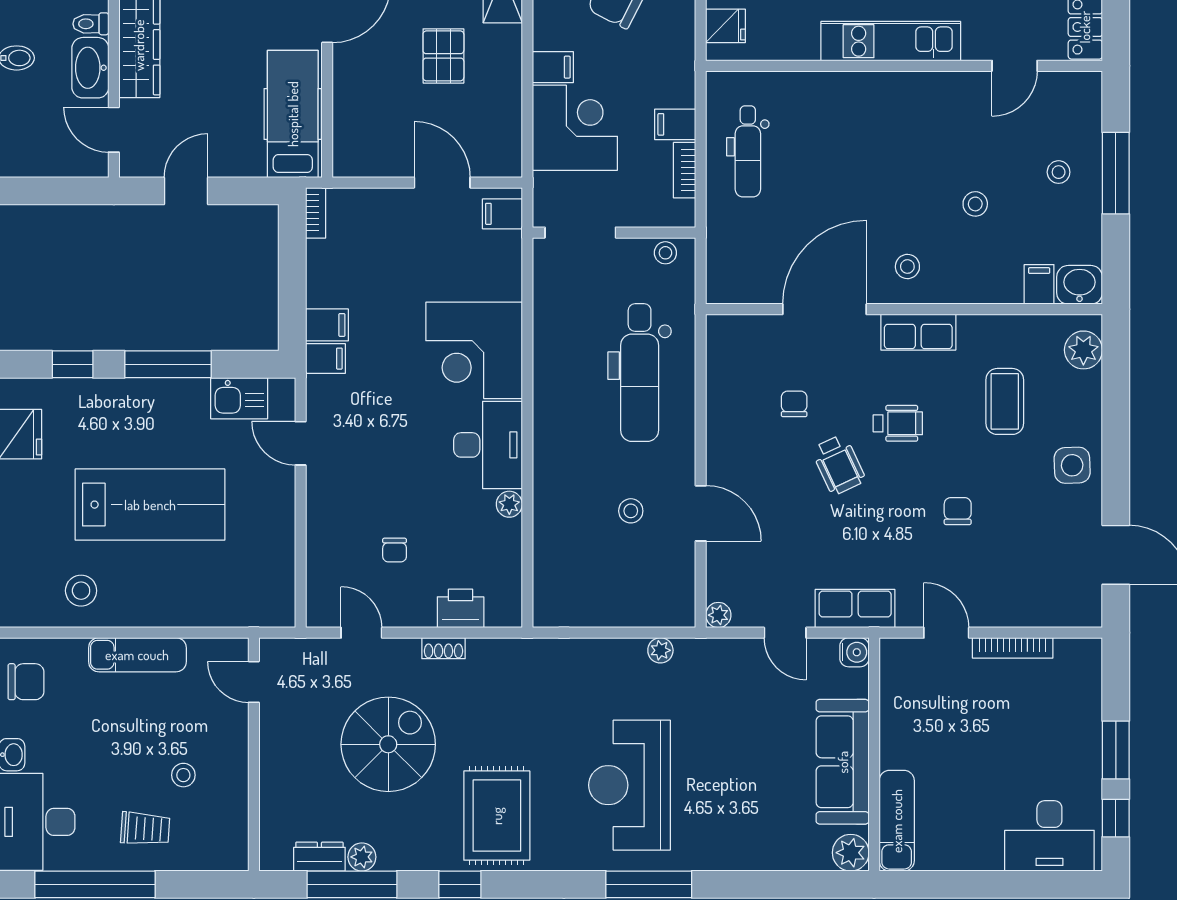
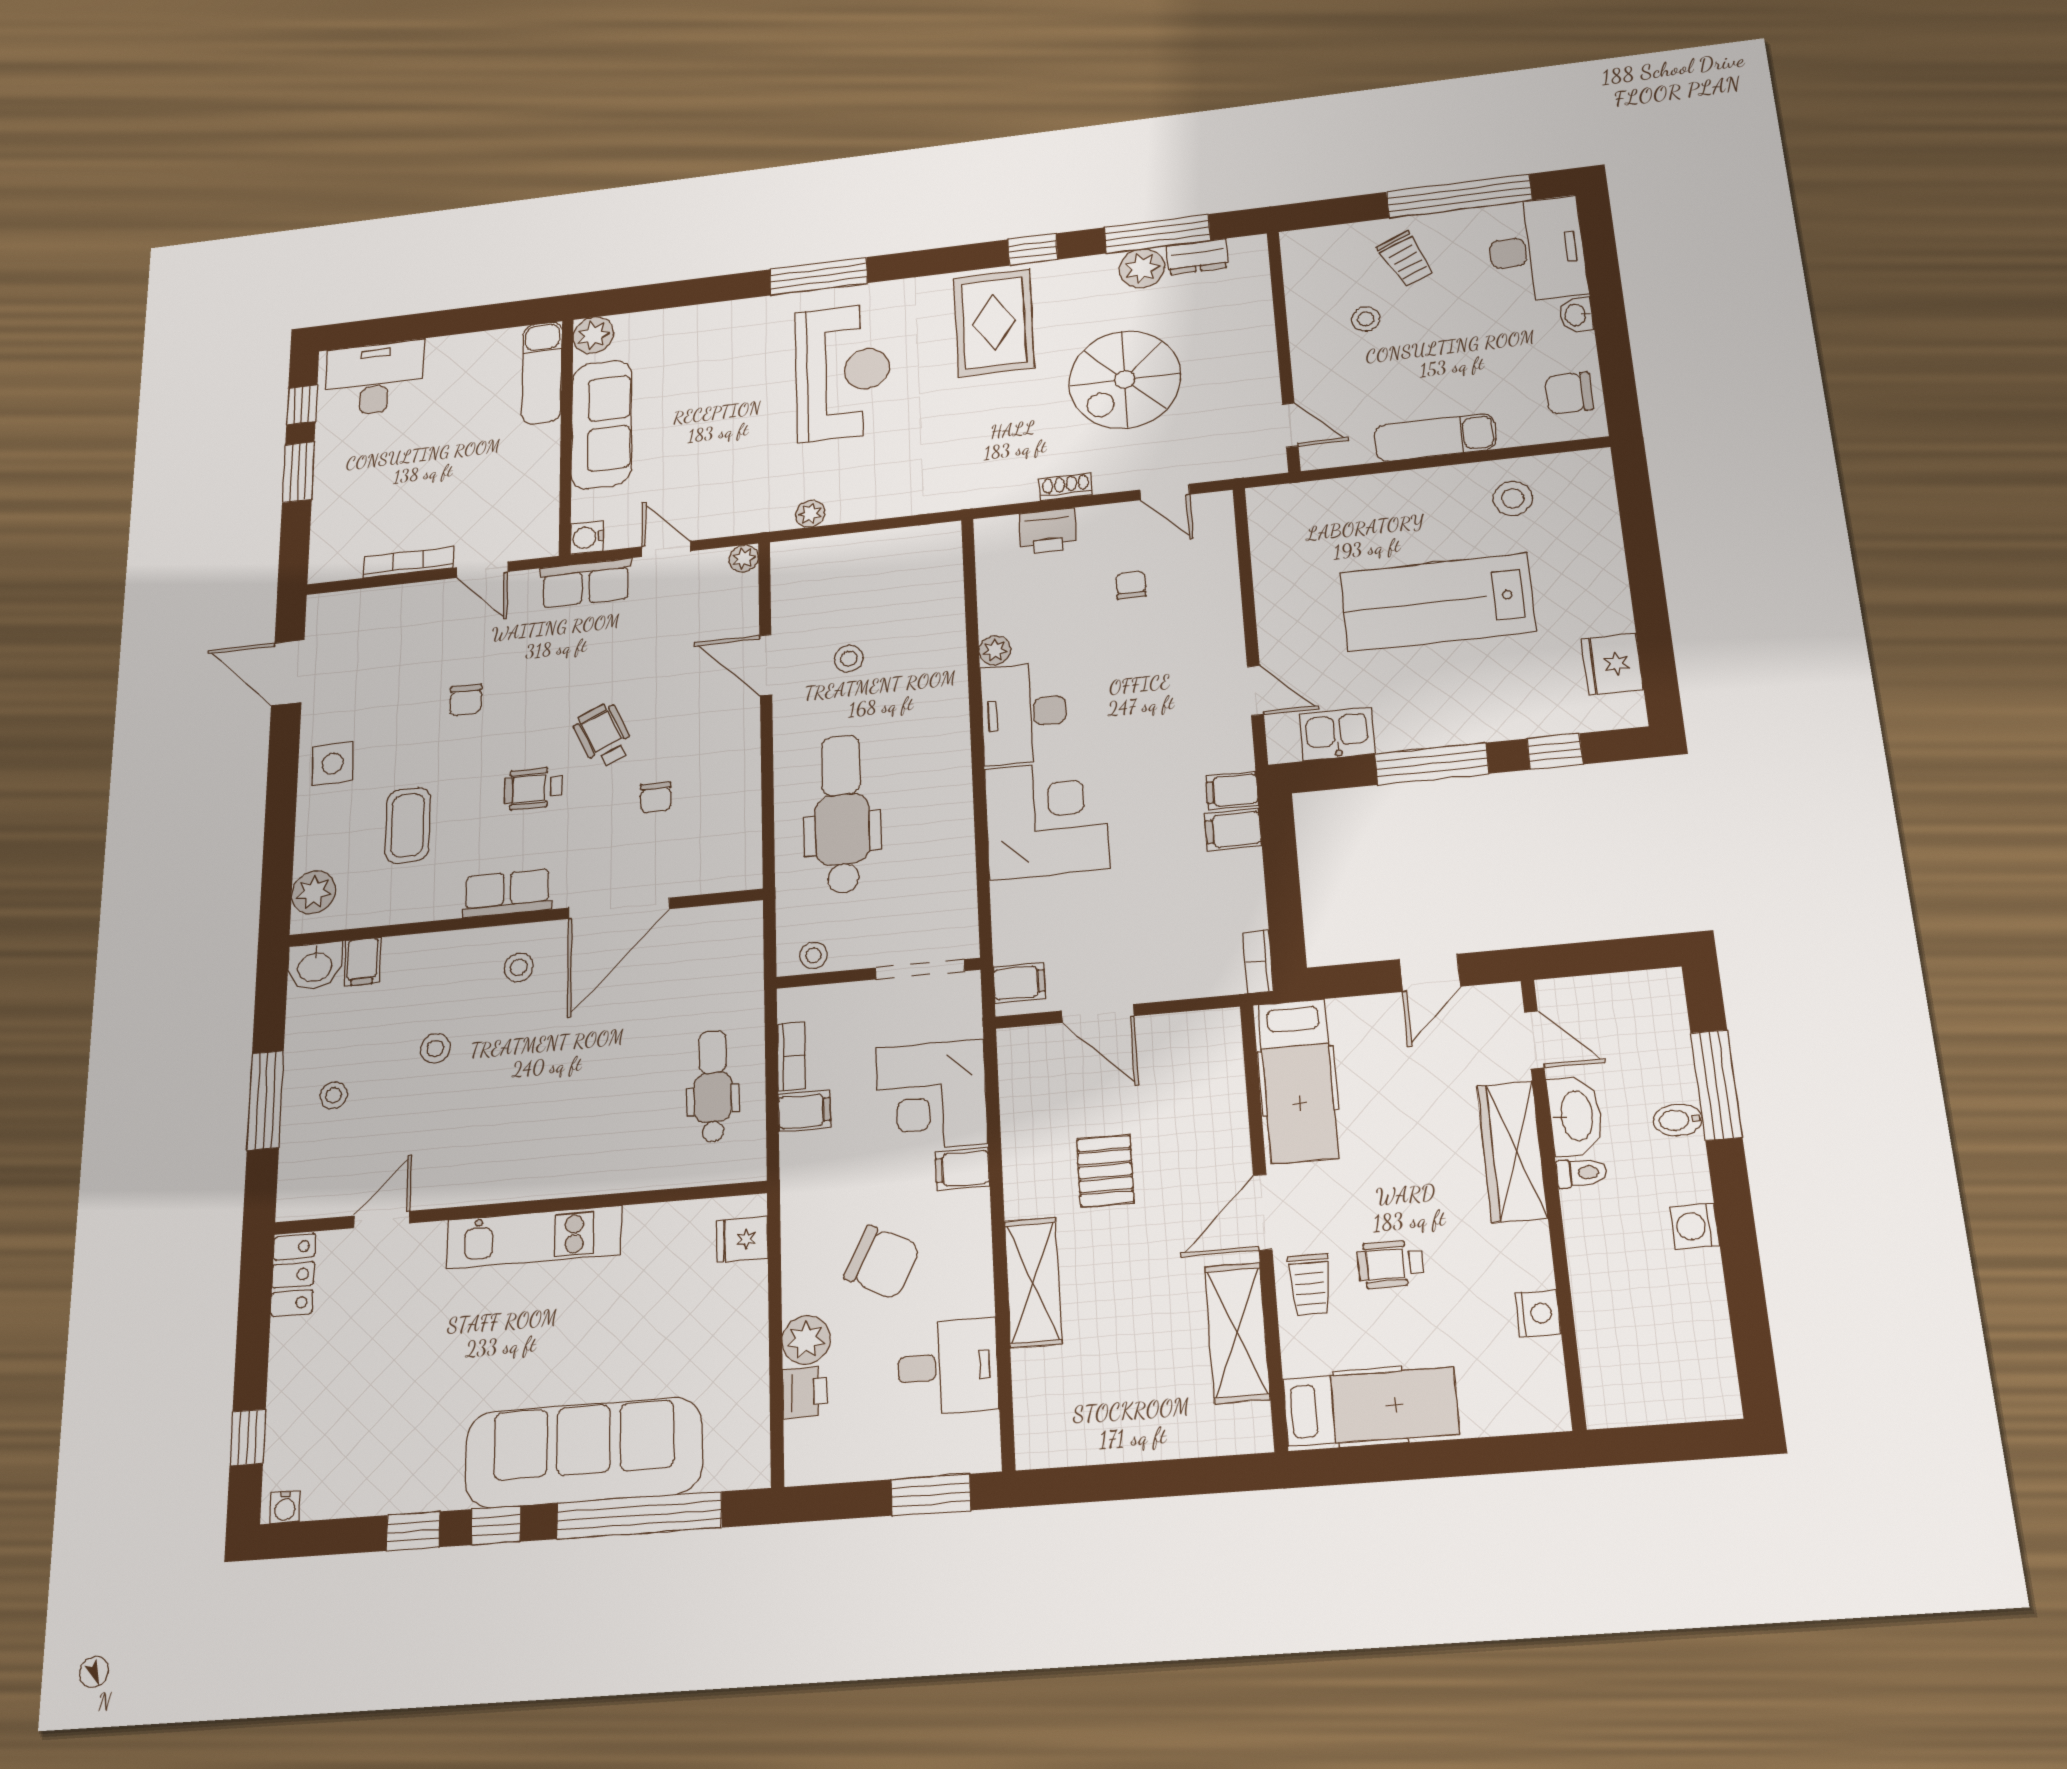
trolley: (145, 829) -> (1406, 259), turned -118
plant: (362, 857) -> (1142, 268), width x1.38, depth x1.38

